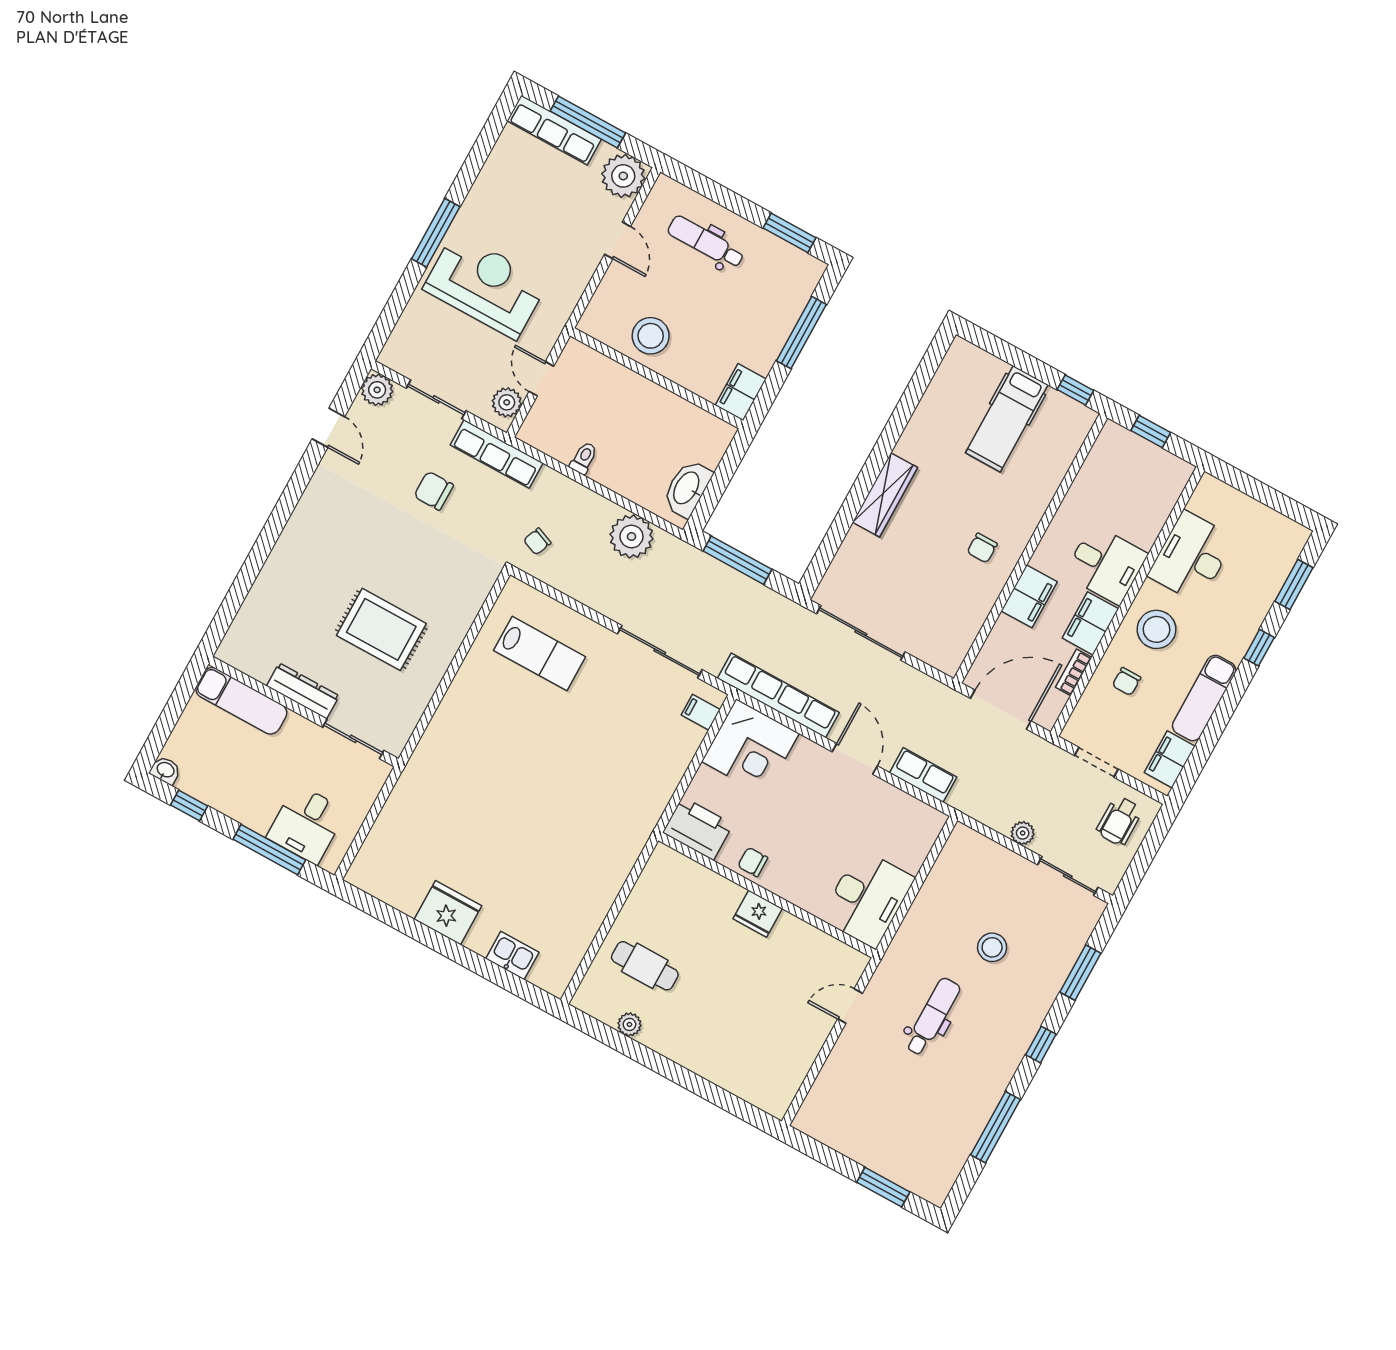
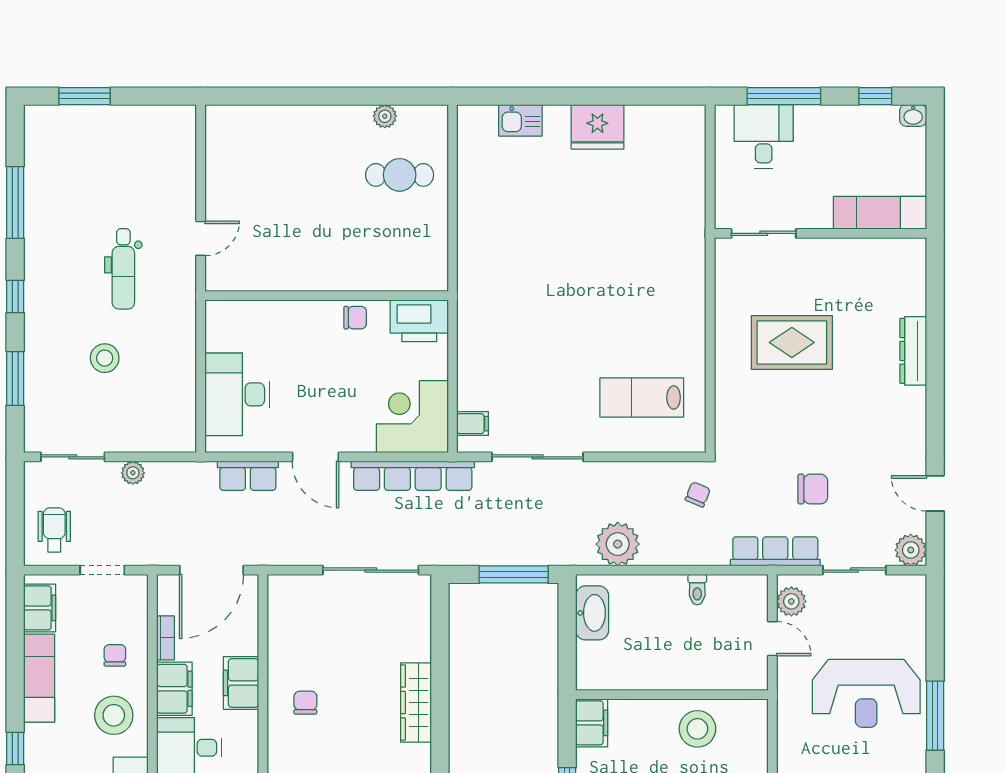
dresser: (303, 691) -> (913, 351), moved, turned 90
desk: (867, 898) -> (237, 394), moved
fridge: (758, 914) -> (326, 275), removed

